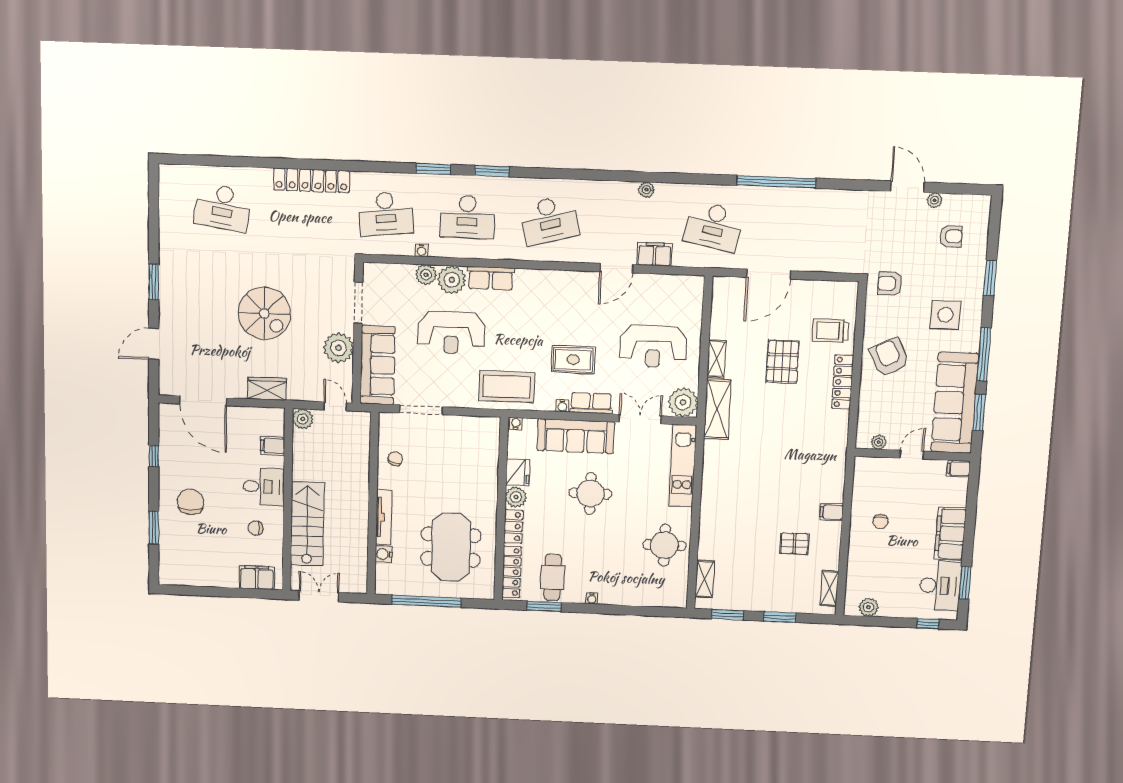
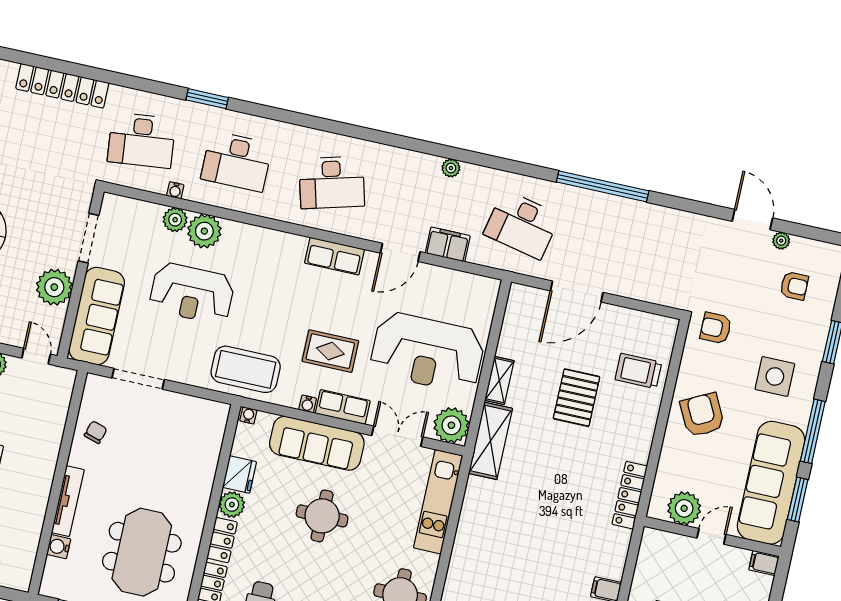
window: (492, 171) -> (275, 114), removed
row of seats: (491, 278) -> (334, 256), moved
reception desk: (653, 346) -> (427, 352), width x1.36, depth x1.30
locker: (843, 382) -> (630, 495), moved
plant: (879, 442) -> (684, 508), width x1.88, depth x1.88

